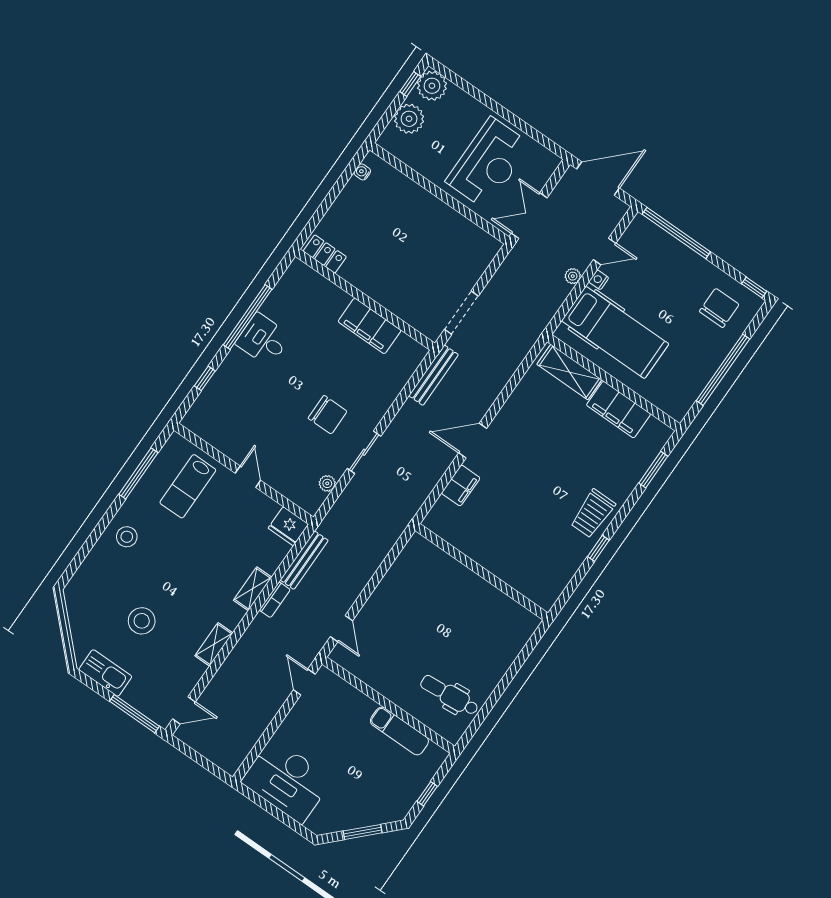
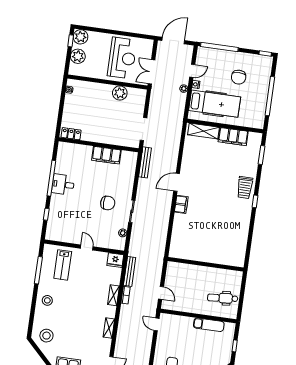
plant: (452, 225) -> (120, 93), added
chair: (719, 308) -> (239, 77), moved, turned 180
wall: (482, 572) -> (206, 264), moved
stool: (142, 621) -> (46, 336), moved

